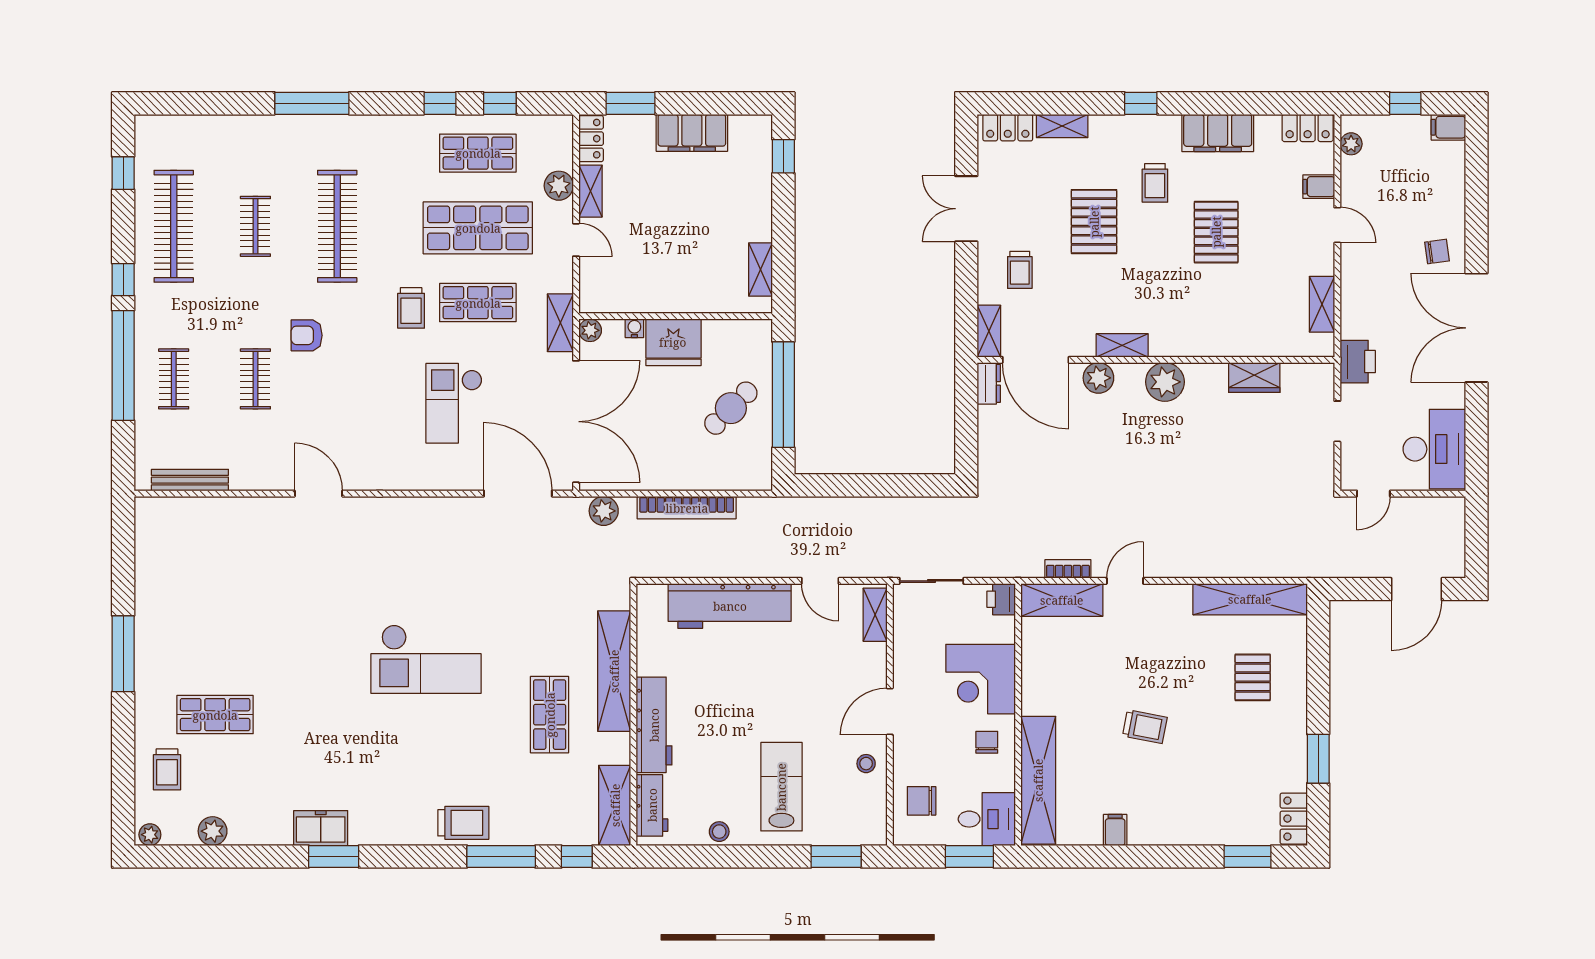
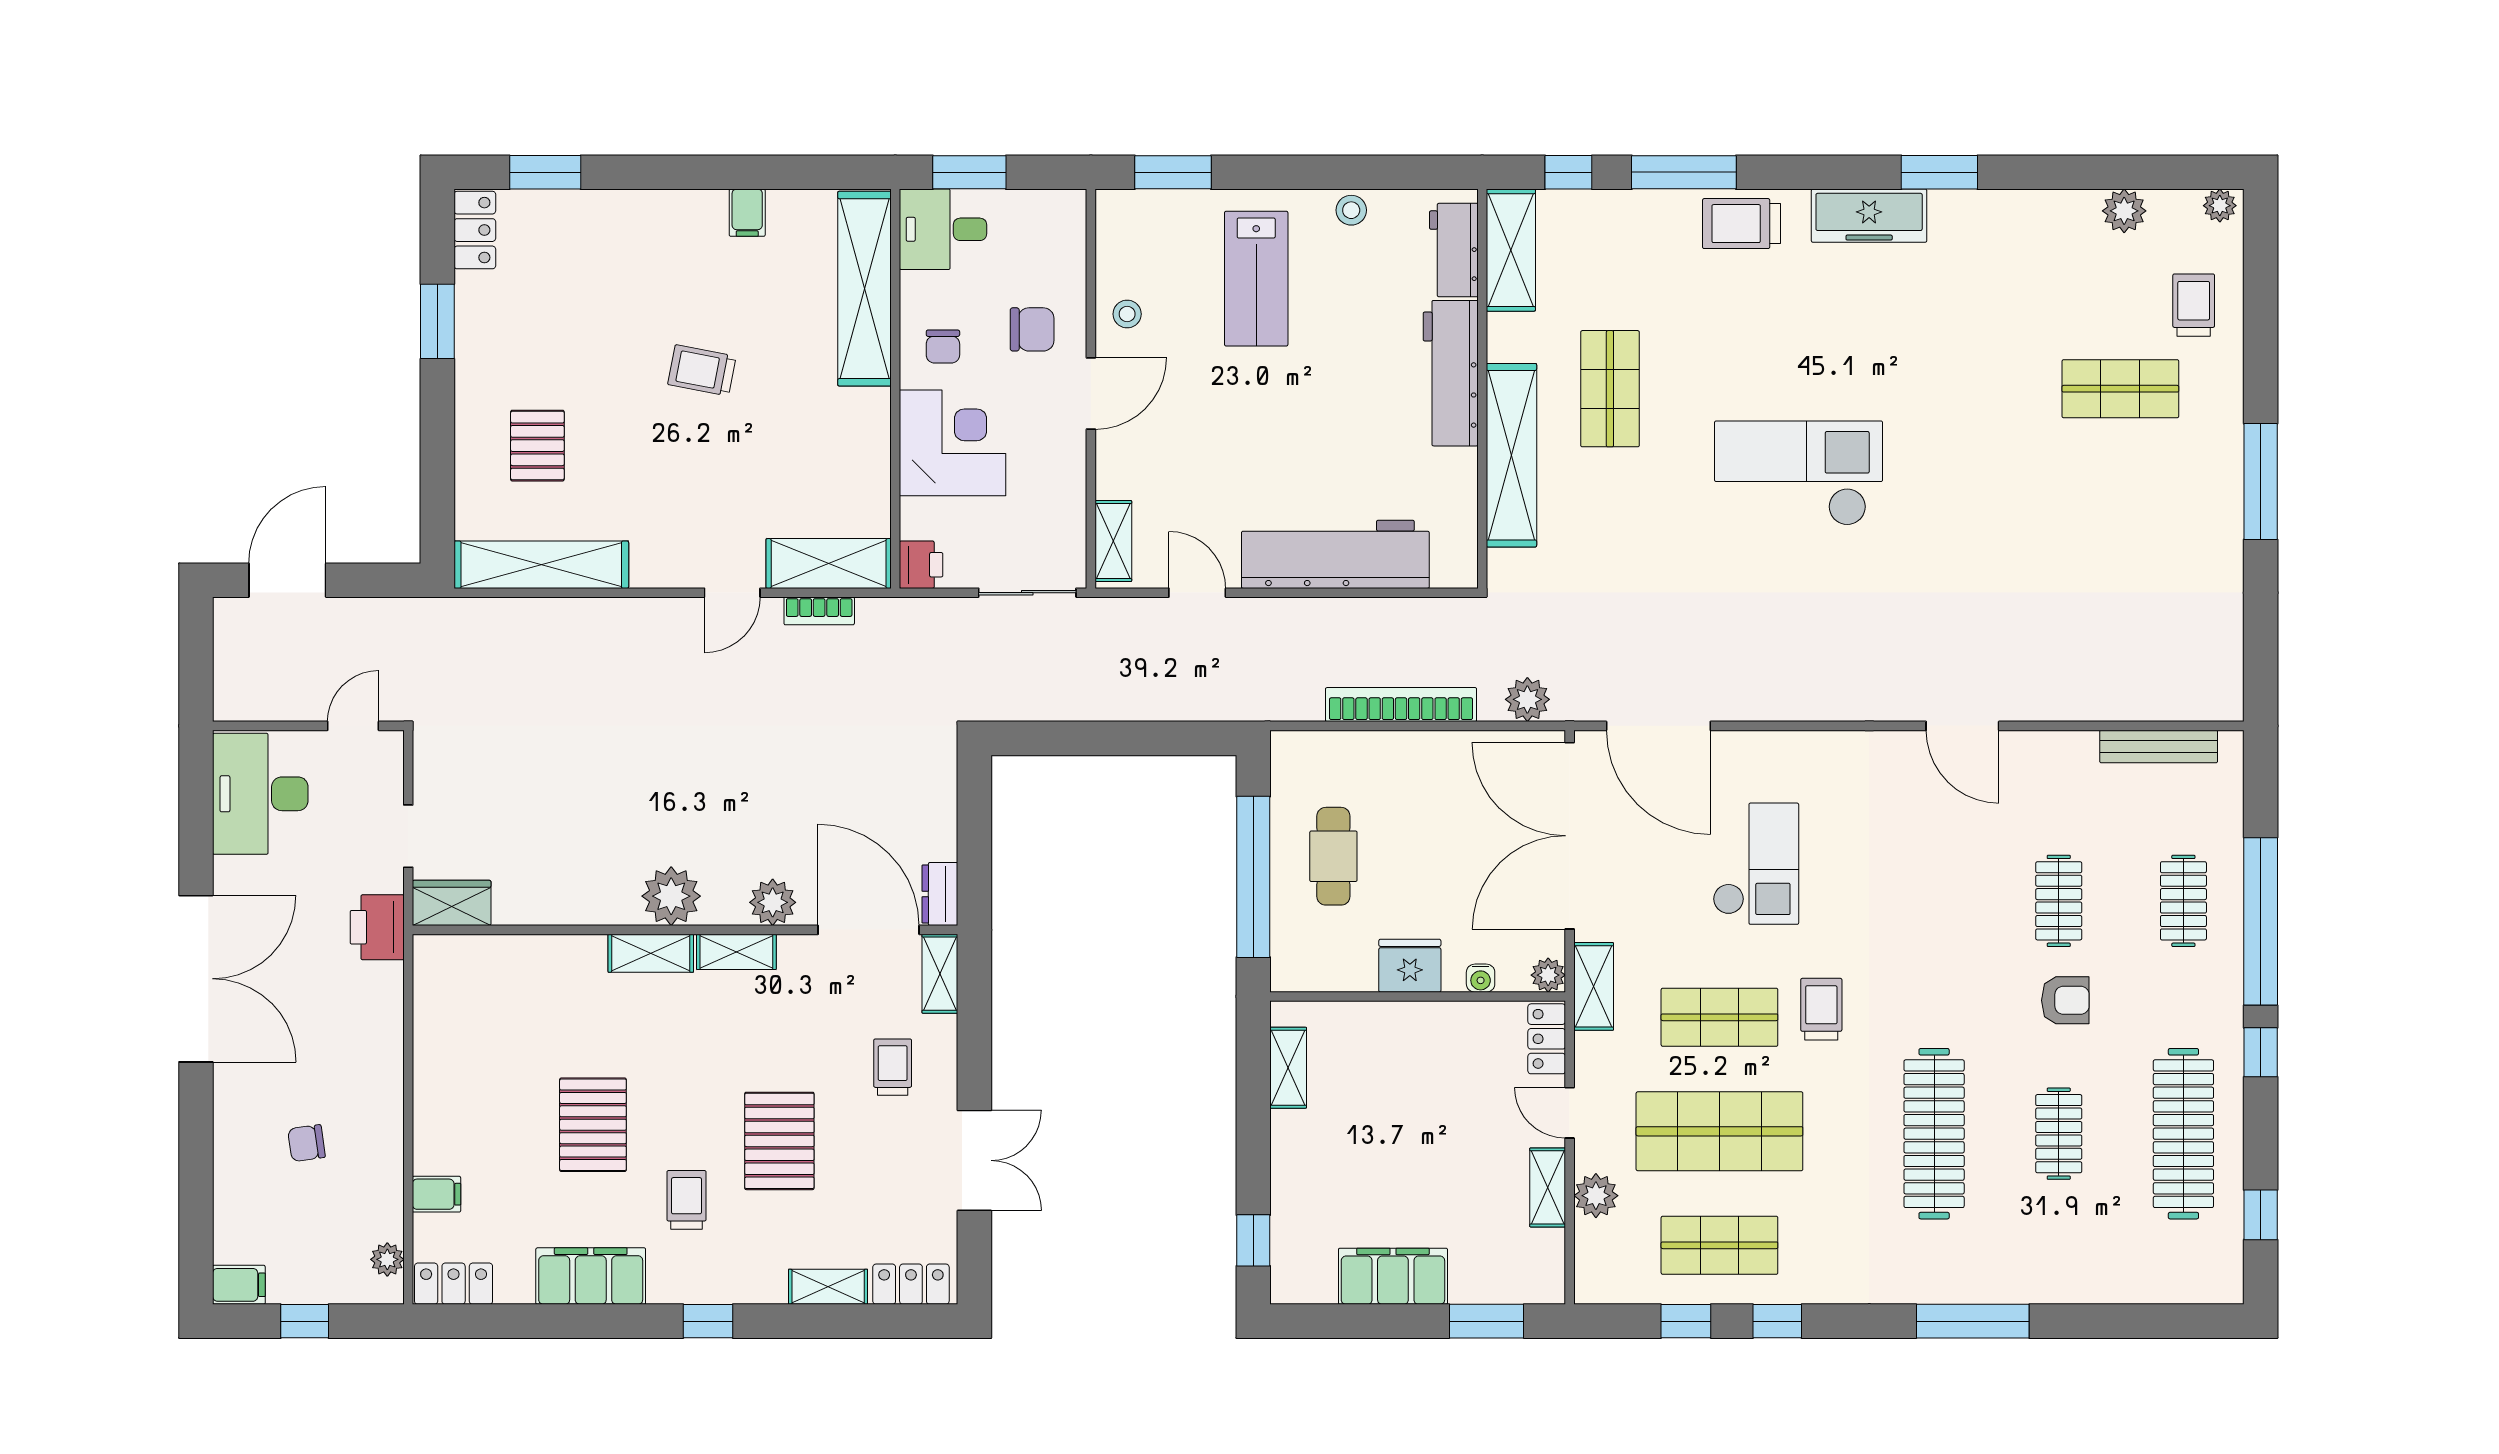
locker: (591, 139) -> (1547, 1039), moved
door: (1337, 225) -> (408, 1135), removed
chair: (1437, 252) -> (306, 1143), moved
shelving: (1322, 304) -> (651, 953), moved, turned 90
armchair: (307, 335) -> (2065, 1000), moved
fridge: (673, 342) -> (1410, 966), width x0.73, depth x0.75
wardrobe: (1254, 378) -> (452, 903), moved
cafe table: (731, 408) -> (1333, 856), turned -45
chair: (922, 801) -> (1032, 329), moved
freezer: (321, 828) -> (1869, 216), moved, width x1.40

